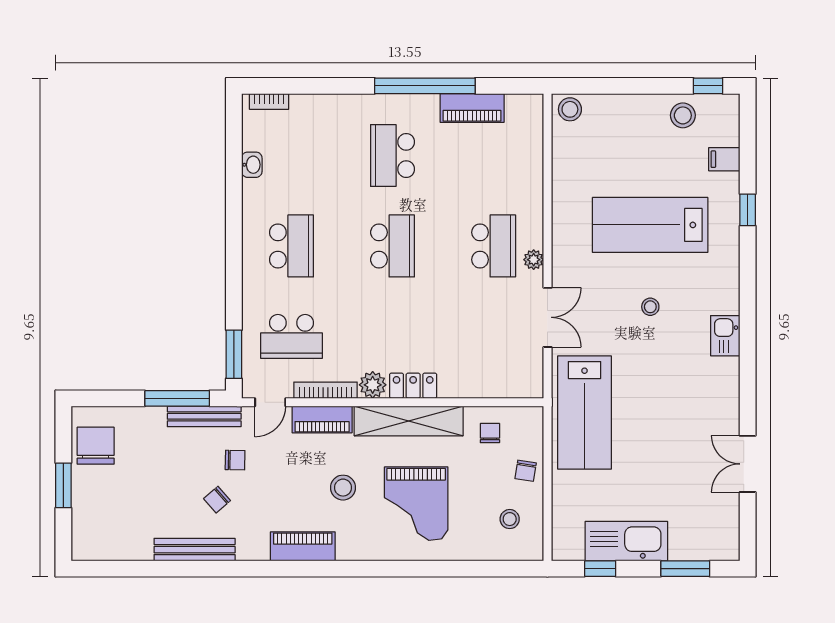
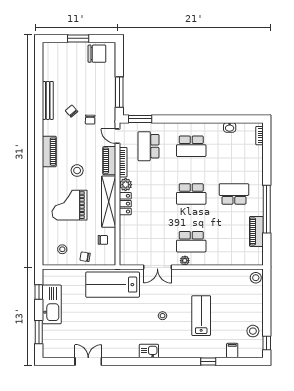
lab bench: (650, 225) -> (201, 316), width x0.73, depth x0.72
bench: (204, 416) -> (111, 105), removed

